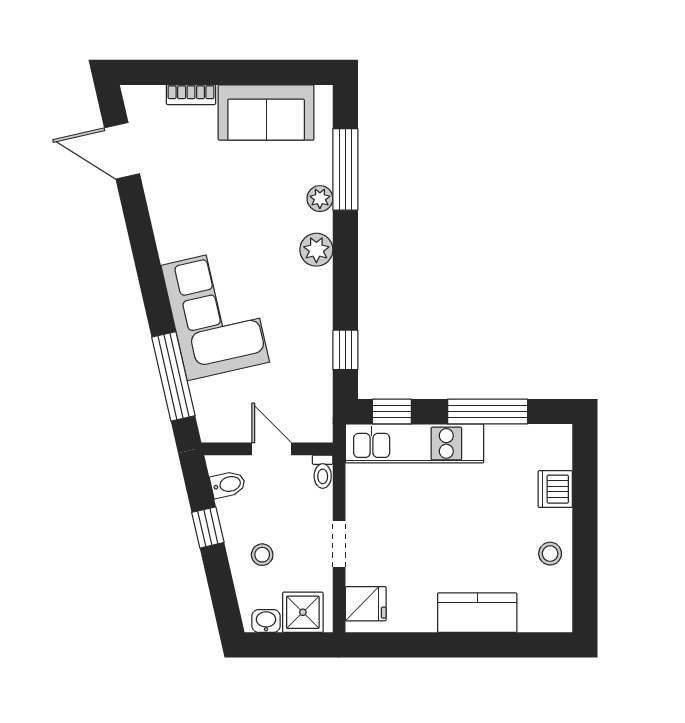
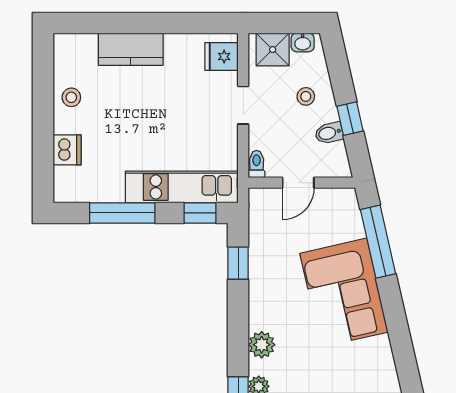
door: (272, 449) -> (298, 183), hinge flipped
bidet: (228, 484) -> (329, 133), moved

